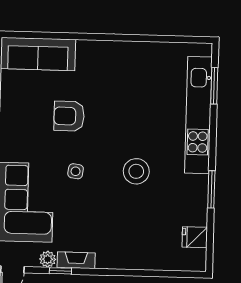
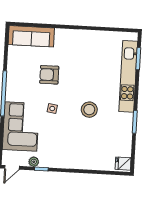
fridge: (195, 237) -> (123, 164), moved
fireplace: (76, 260) -> (51, 163), removed

